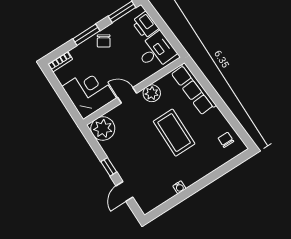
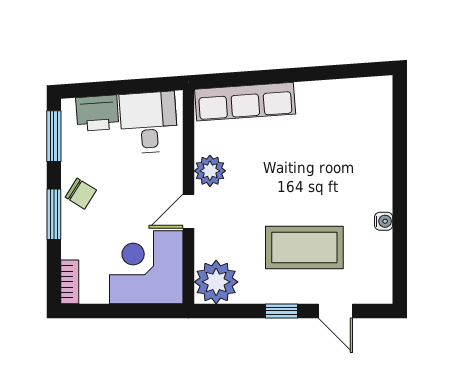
coffee table: (174, 133) -> (304, 248), moved
chair: (226, 140) -> (356, 102), removed

